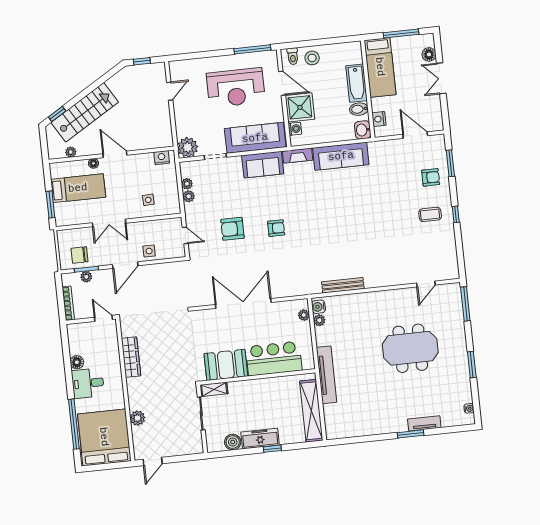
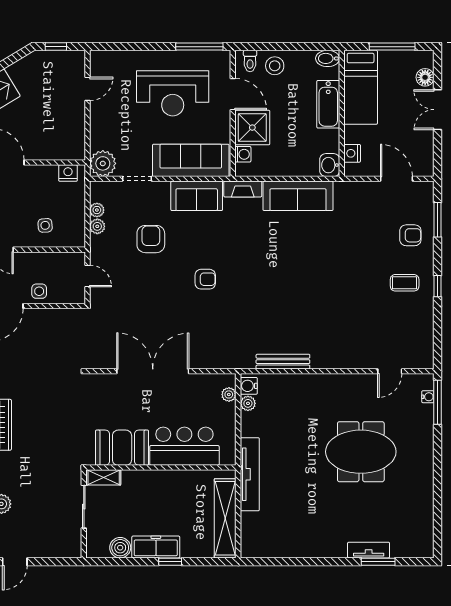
bidet: (359, 109) -> (328, 58), moved
armchair: (232, 229) -> (151, 239), moved, turned 90
window: (472, 365) -> (438, 481), removed
water cooler: (469, 408) -> (428, 397), moved
window: (411, 434) -> (378, 562), moved

